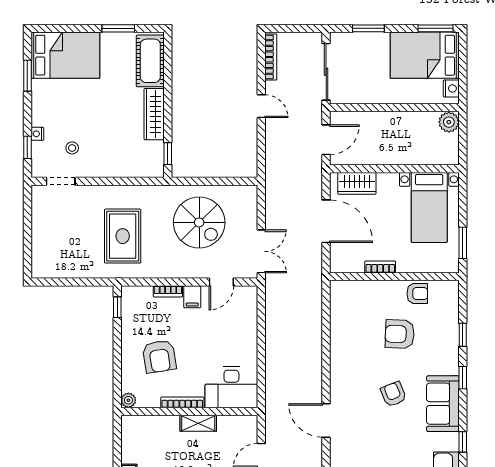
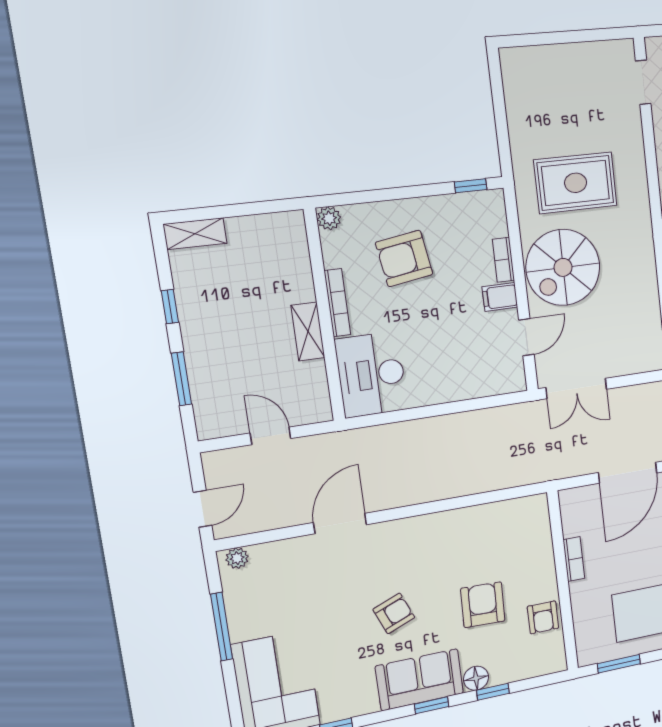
spiral stairs: (199, 222) -> (563, 267), moved
door: (221, 282) -> (526, 337), swing flipped
floor lamp: (450, 345) -> (476, 678), added
sofa: (443, 404) -> (420, 680), moved

